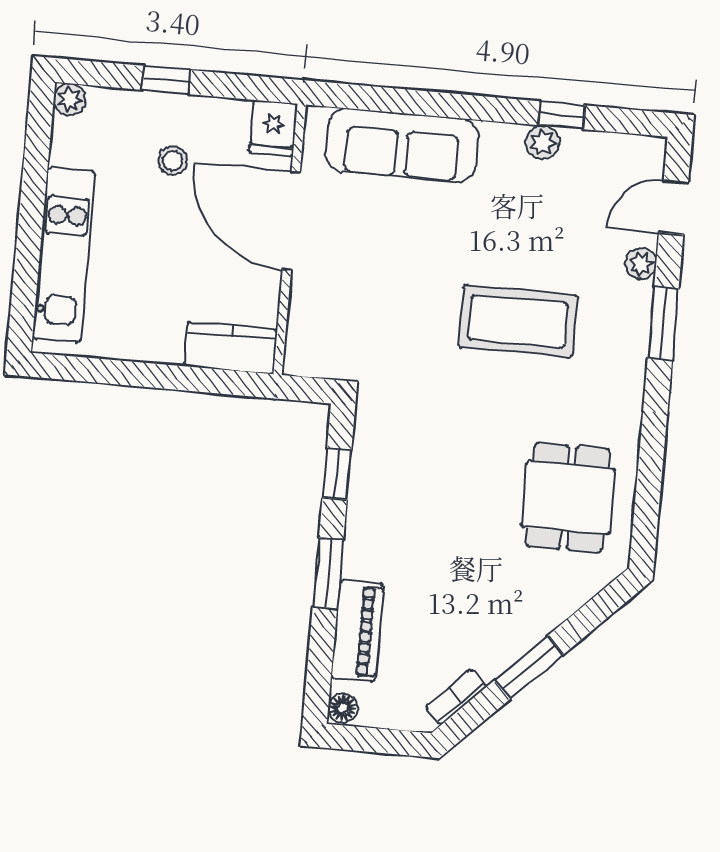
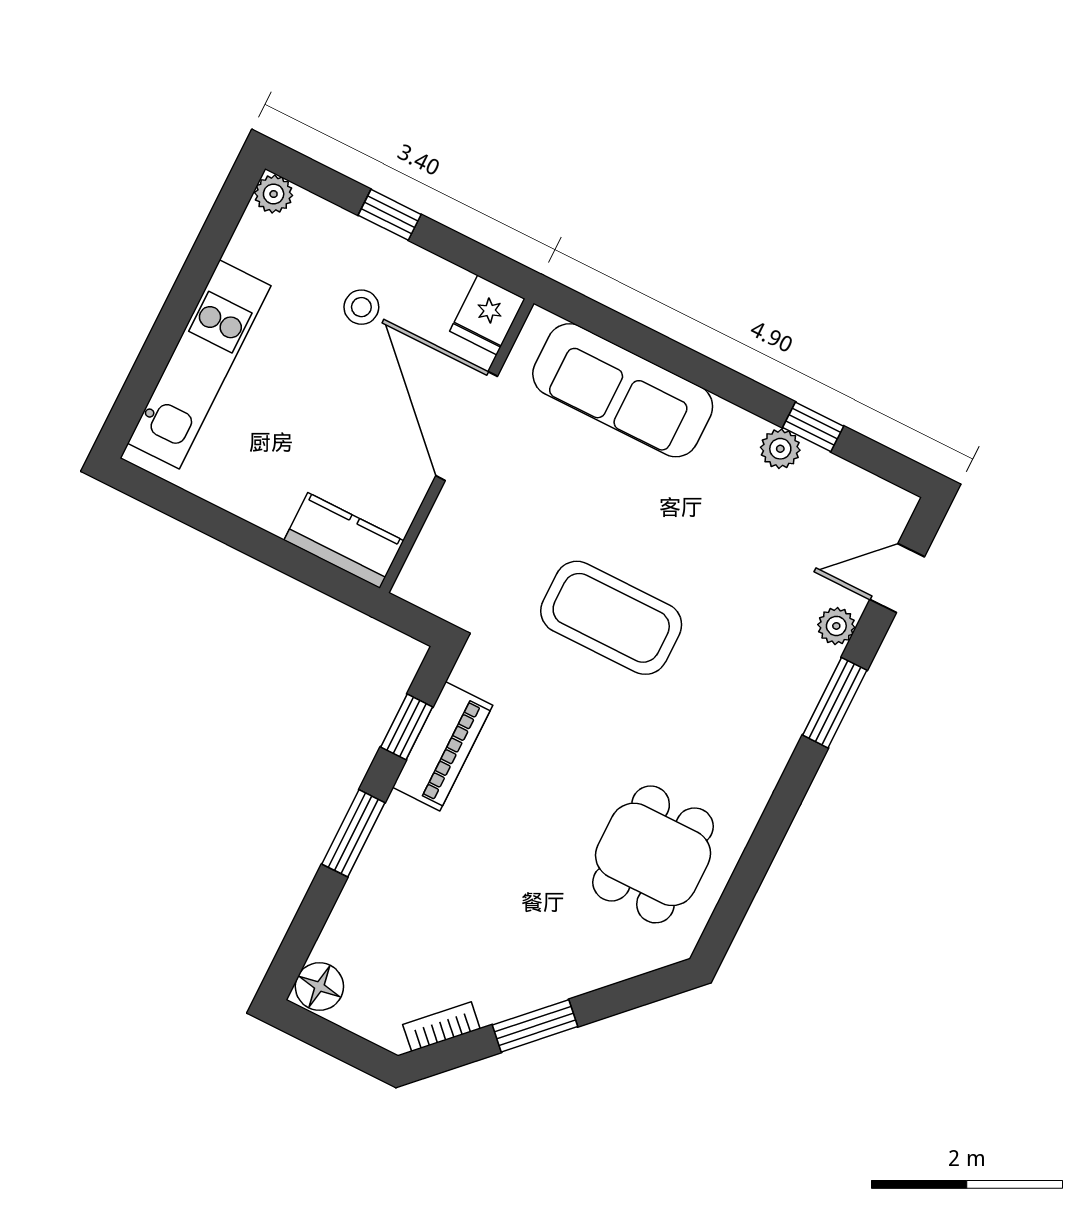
coffee table: (518, 321) -> (611, 618), moved
piano: (357, 631) -> (443, 746), moved
floor lamp: (343, 708) -> (319, 987), width x1.37, depth x1.37

